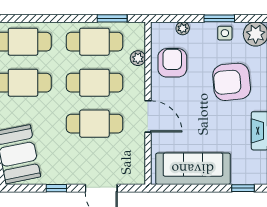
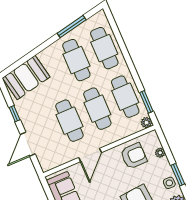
plant: (138, 58) -> (146, 123), moved

